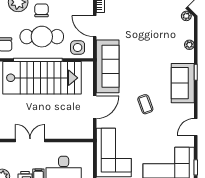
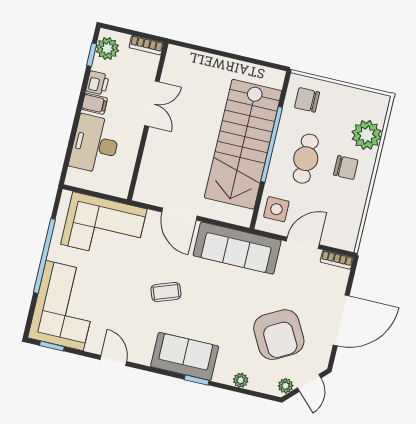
armchair: (155, 28) -> (279, 335), added
cafe table: (42, 37) -> (306, 159), width x0.73, depth x0.74

